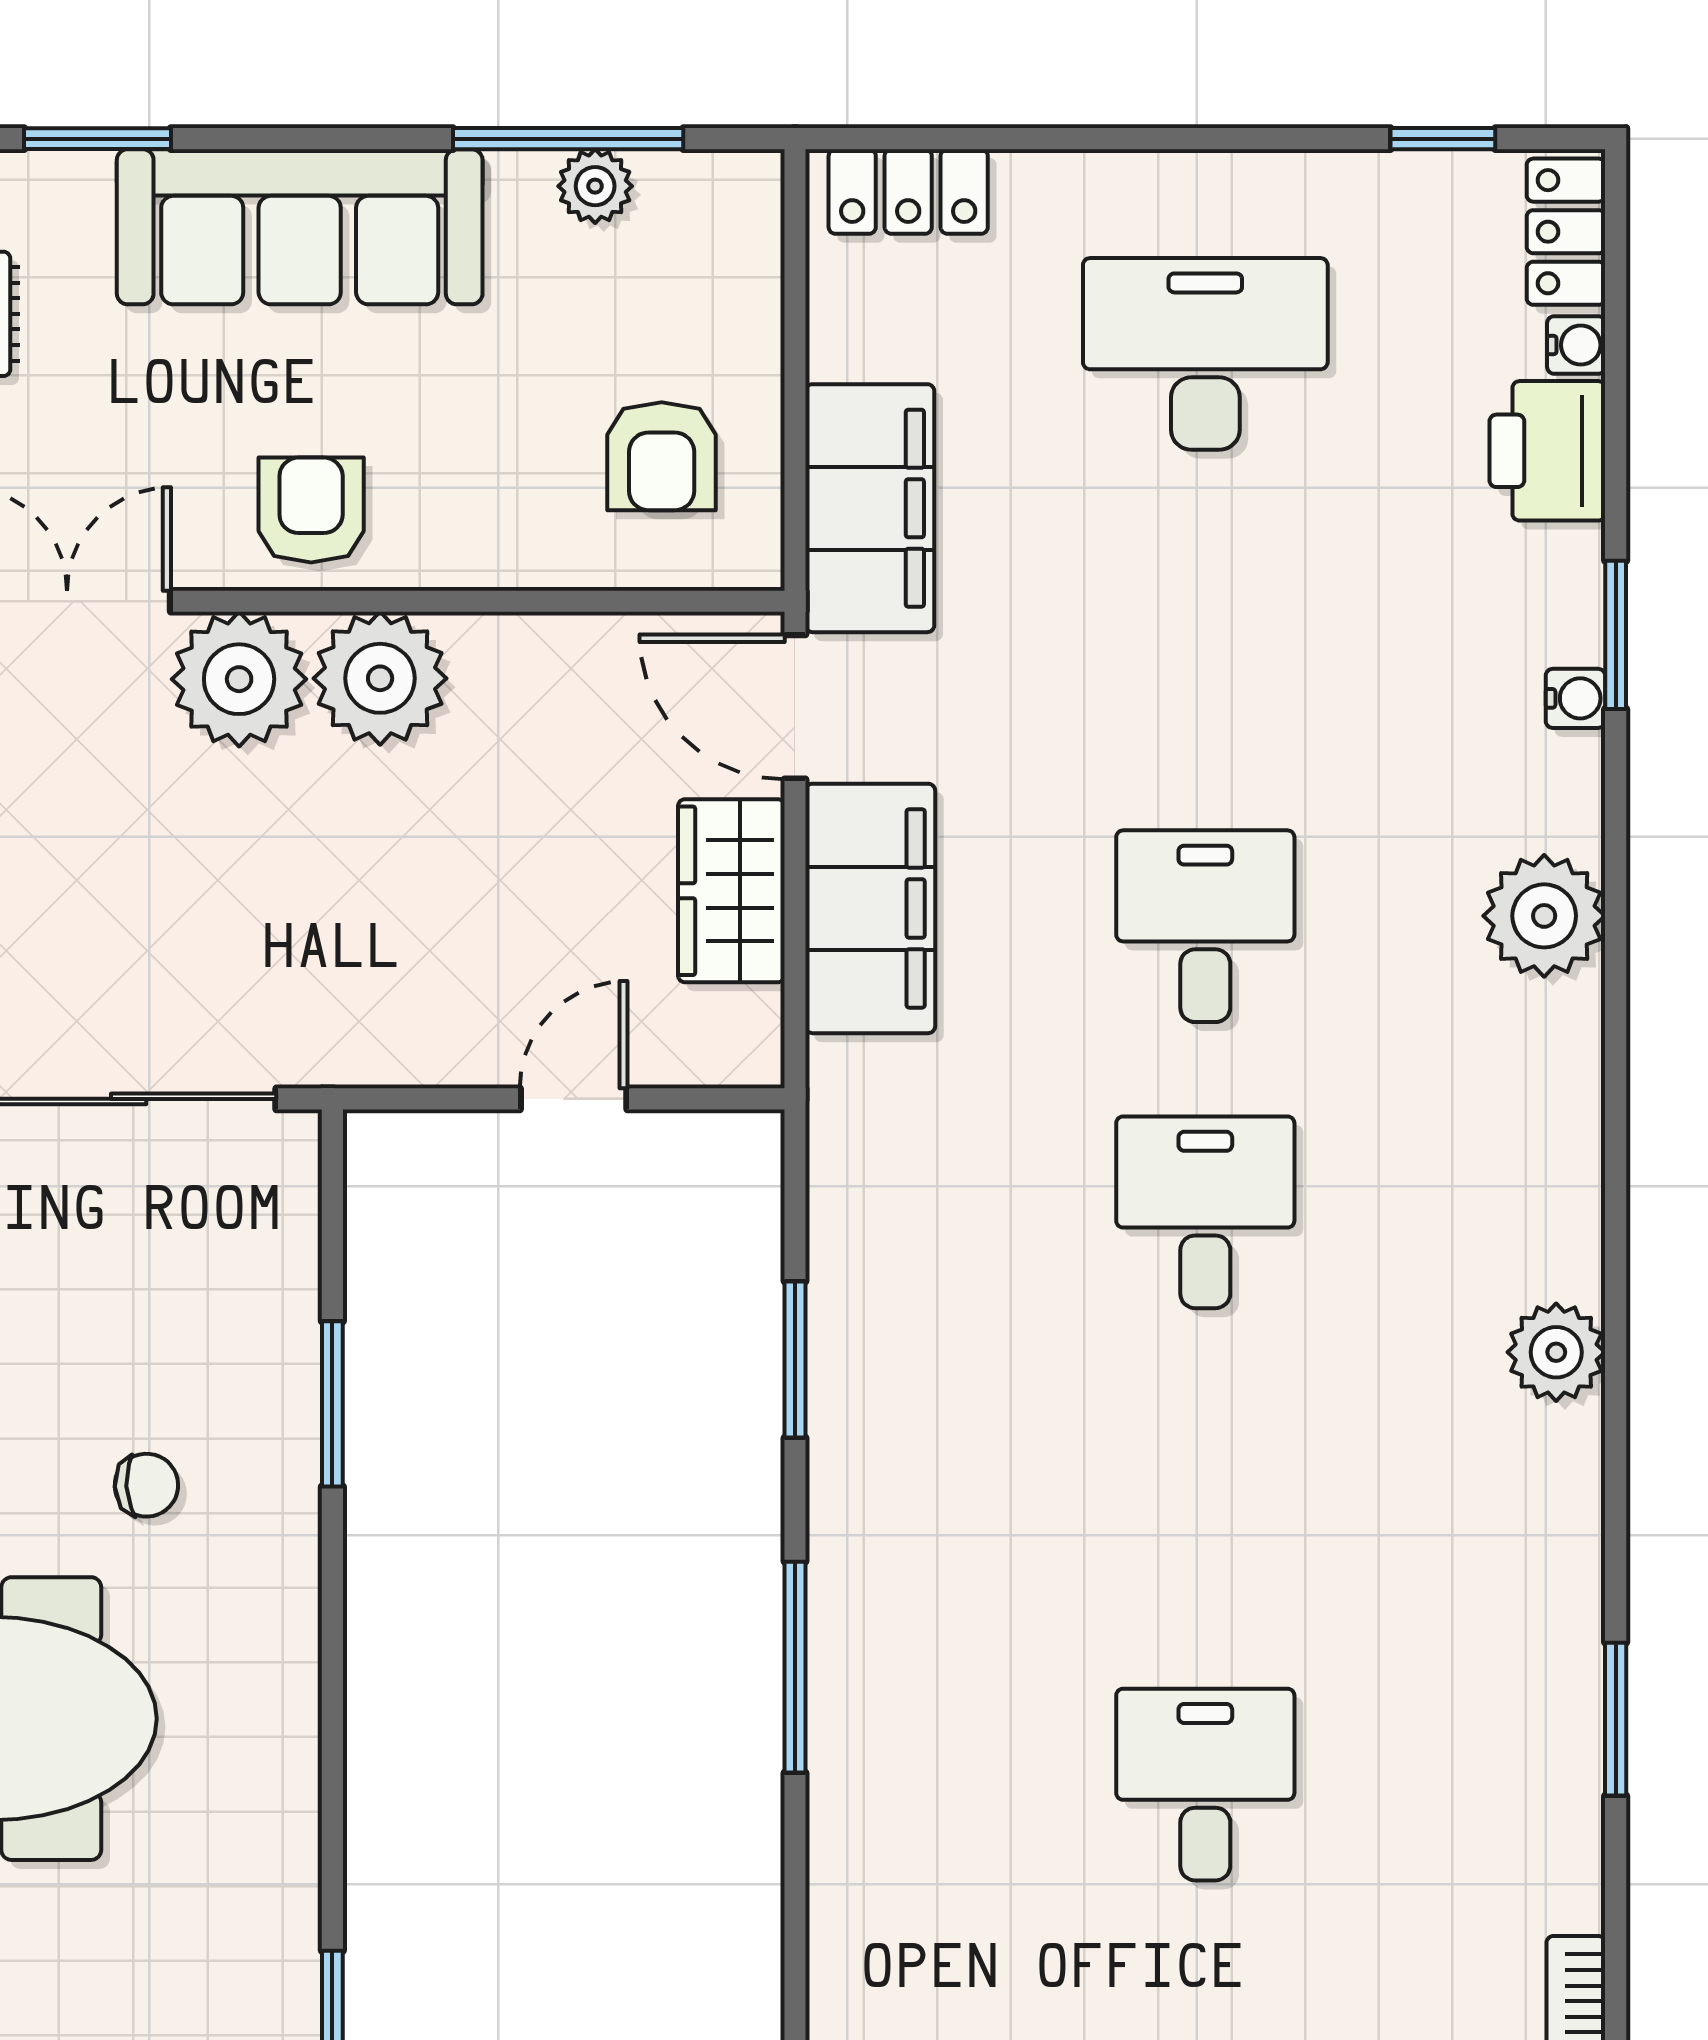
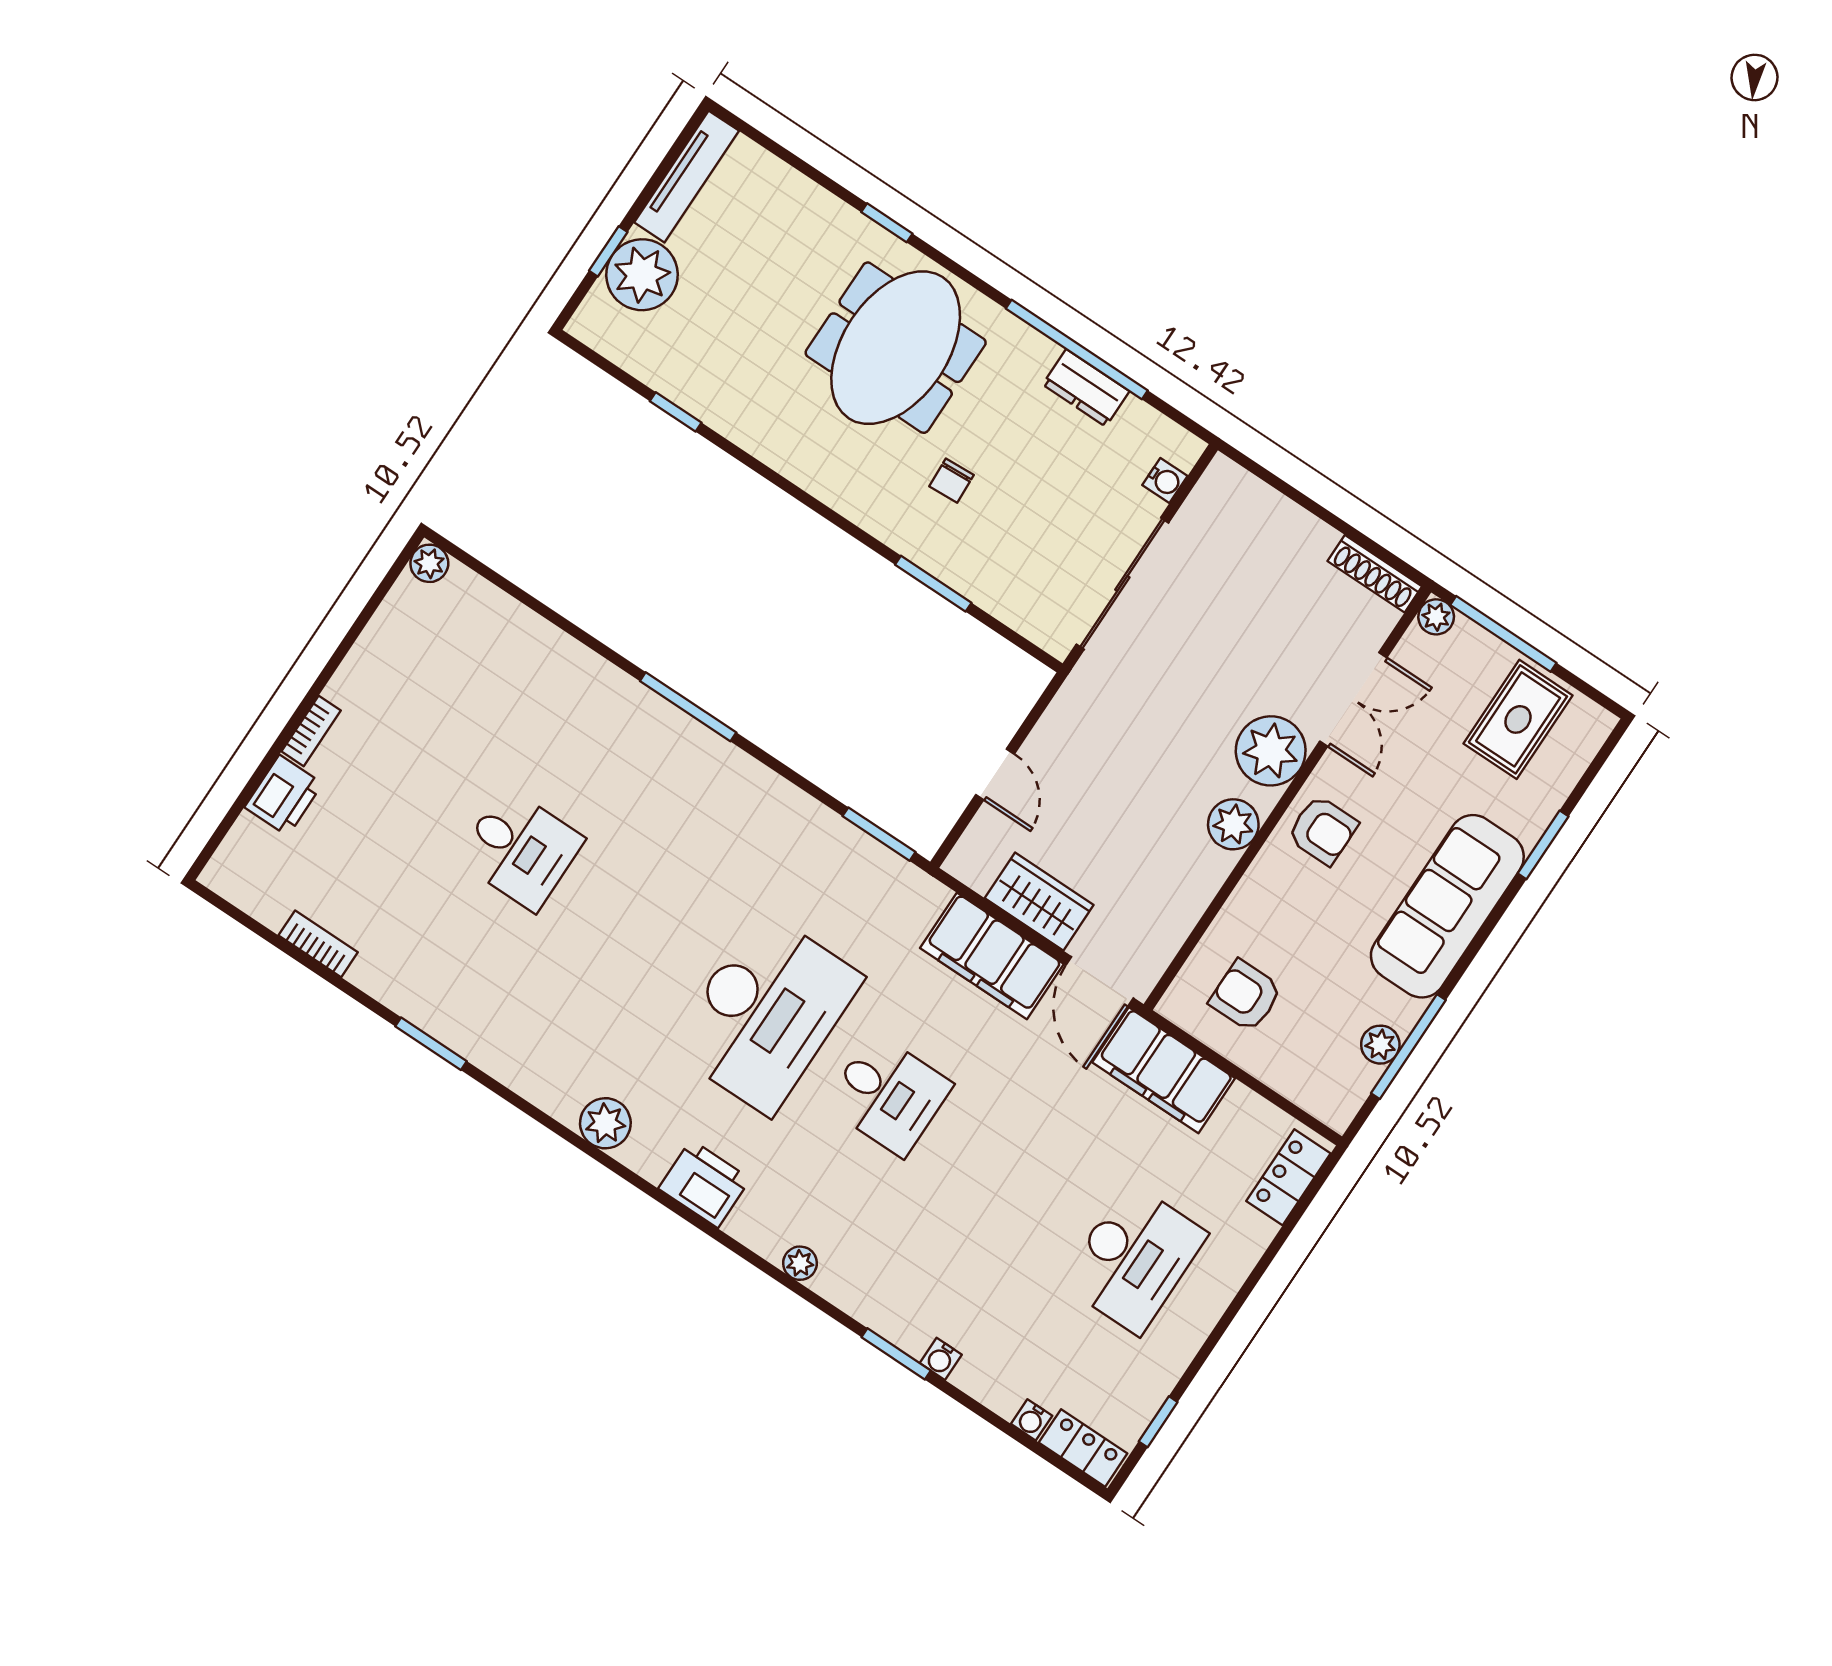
printer: (1547, 451) -> (704, 1184), moved
plant: (380, 678) -> (1233, 824), width x0.73, depth x0.73
water cooler: (1575, 698) -> (941, 1359), moved
door: (795, 707) -> (1100, 981), swing flipped
plant: (1544, 916) -> (800, 1263), width x0.53, depth x0.53
desk: (1205, 1212) -> (766, 1013), width x1.87, depth x1.30
window: (795, 1360) -> (879, 834), moved

